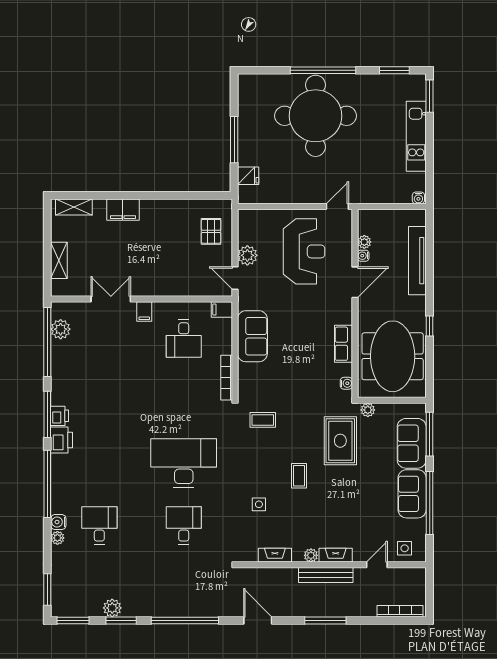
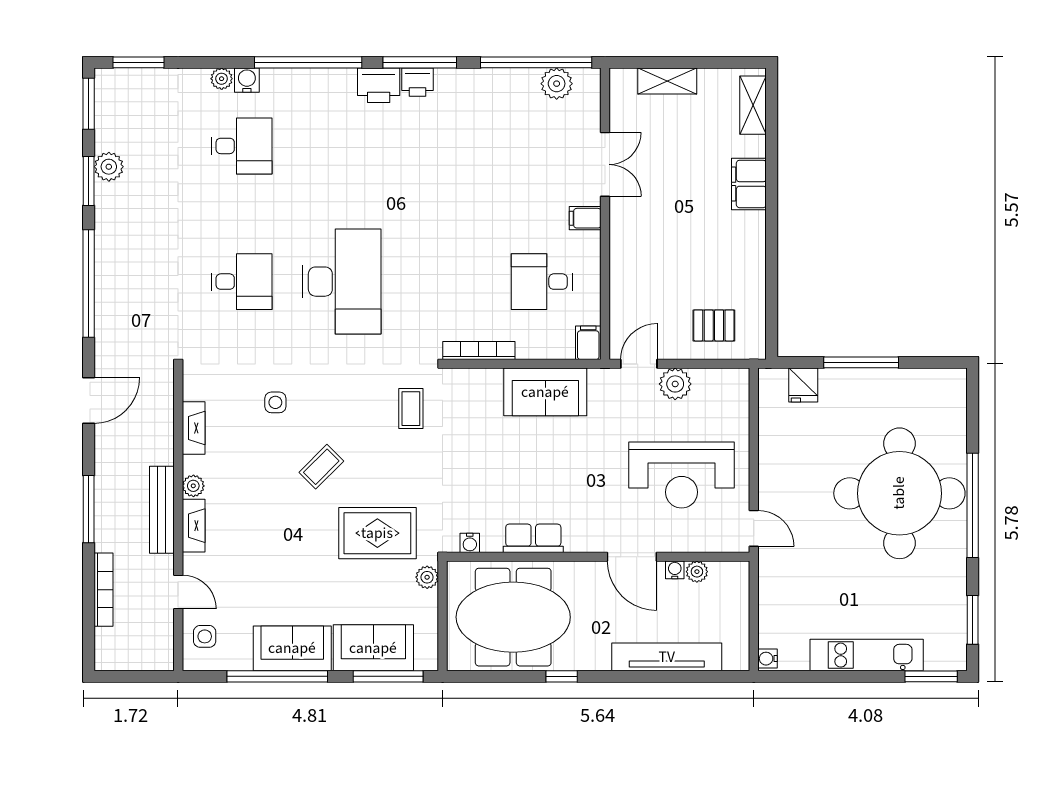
coffee table: (299, 476) -> (321, 467), turned -45
bookcase: (400, 611) -> (104, 590), moved

